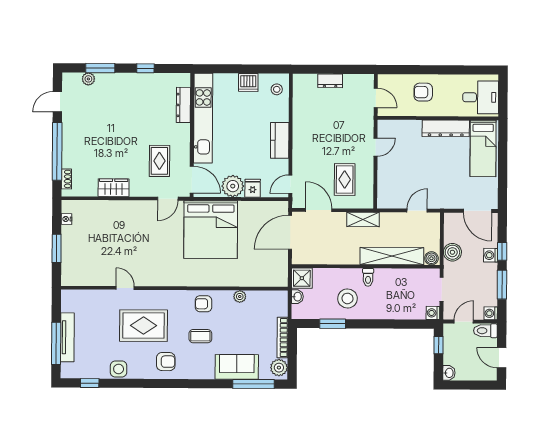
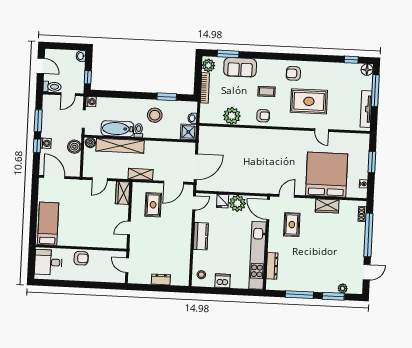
window: (145, 68) -> (299, 295), width x2.17
armchair: (423, 92) -> (81, 258), moved
dresser: (446, 128) -> (76, 240), removed
wardrobe: (386, 193) -> (123, 193), added
door: (319, 210) -> (174, 183), hinge flipped
bed: (211, 230) -> (327, 175), moved
bathtub: (396, 279) -> (117, 129), added
plant: (240, 297) -> (232, 116), width x1.87, depth x1.87
washing machine: (491, 313) -> (48, 100), removed
tv unit: (67, 337) -> (366, 109), moved
side table: (119, 369) -> (329, 69), removed
floor lamp: (68, 371) -> (367, 70), added
window: (253, 384) -> (228, 54), width x0.69

